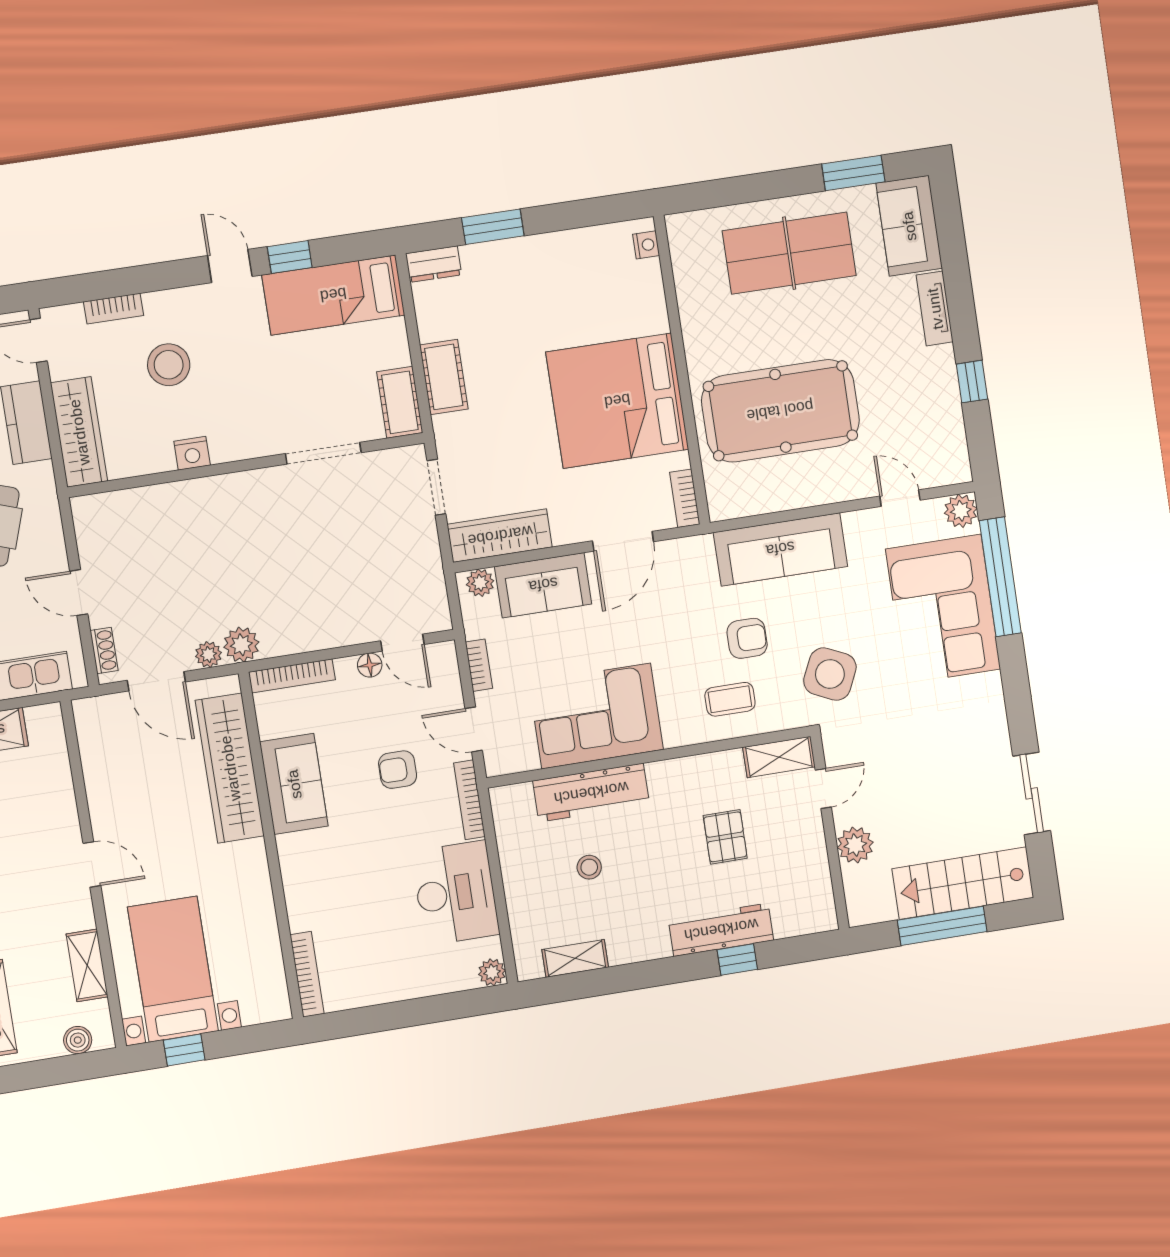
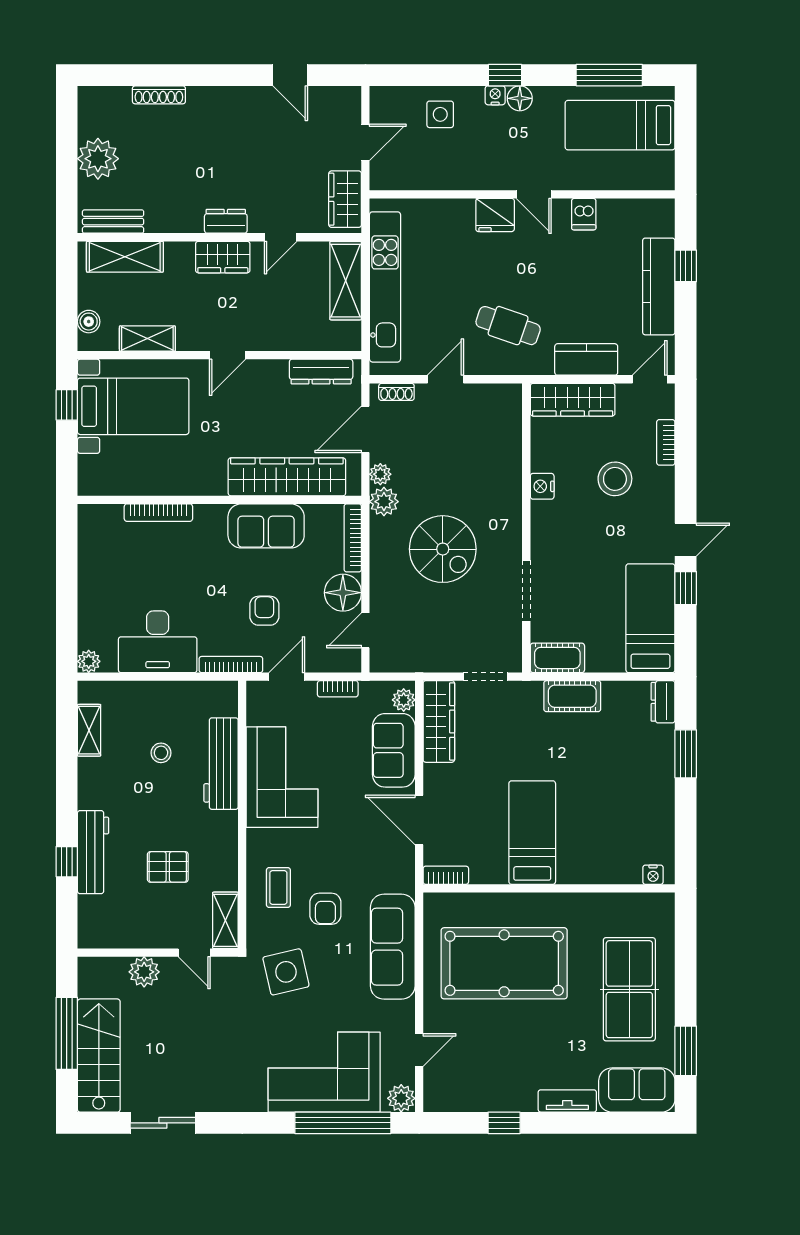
bed: (617, 401) -> (532, 833), width x0.49
pool table: (780, 411) -> (504, 963), turned 90
spiral stairs: (288, 564) -> (443, 549), added
floor lamp: (370, 665) -> (343, 593), width x1.89, depth x1.89
side table: (830, 674) -> (286, 972), turned -38
dresser: (94, 747) -> (321, 372), added
bookcase: (307, 974) -> (158, 513), moved

